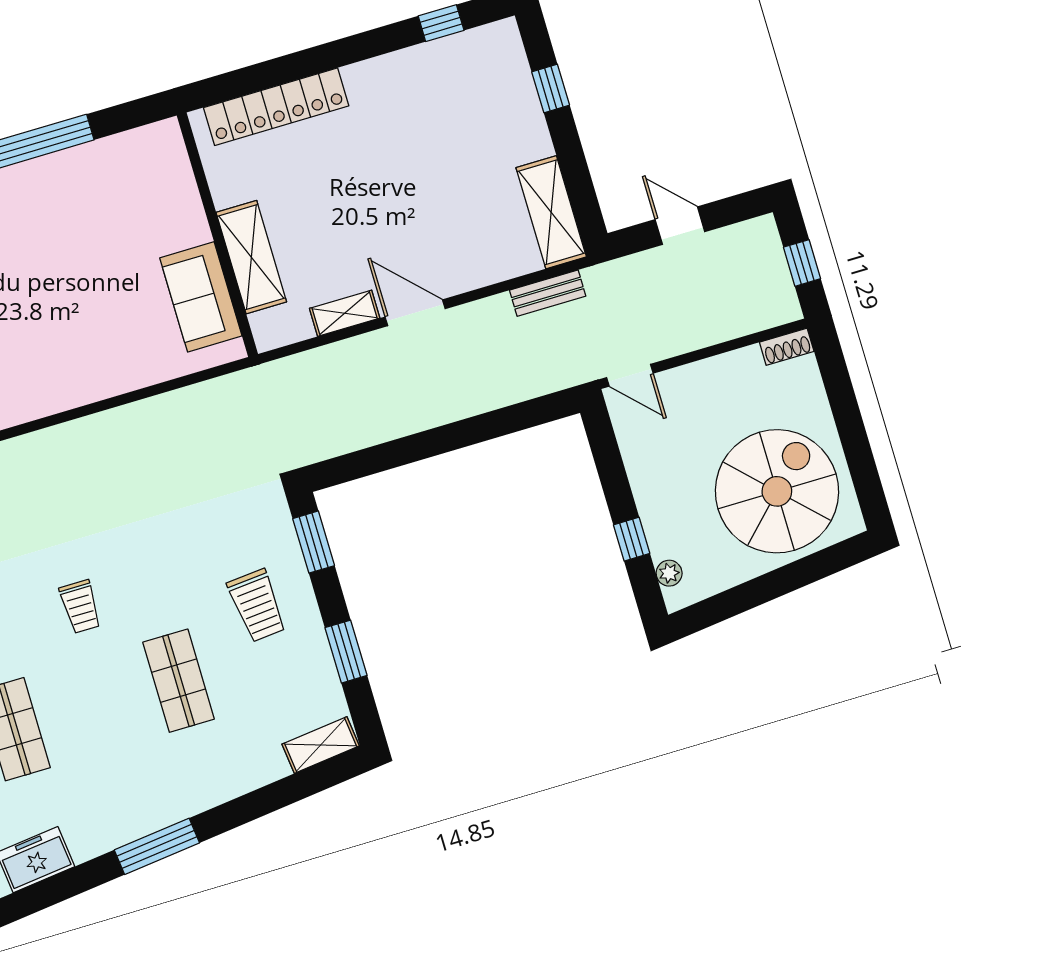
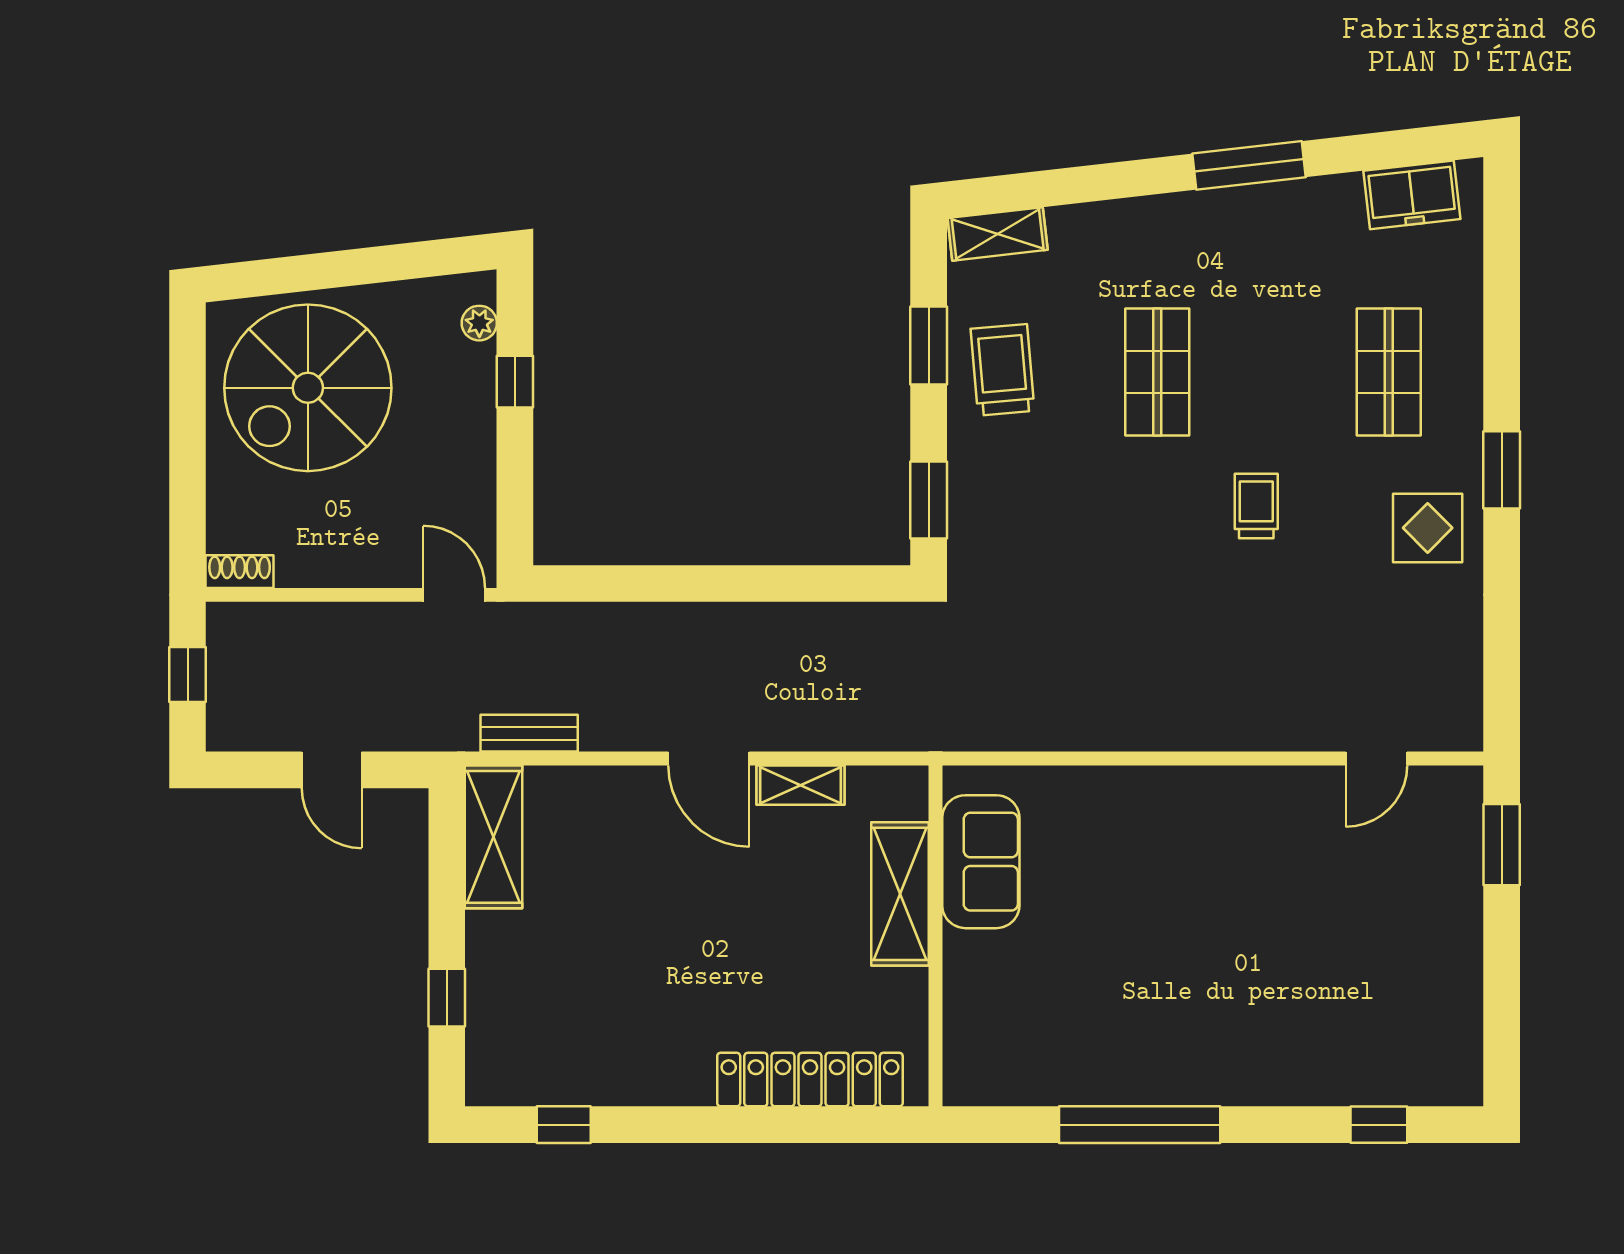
trolley: (257, 605) -> (1003, 370), moved

